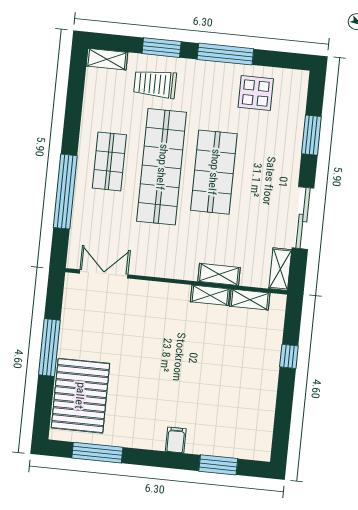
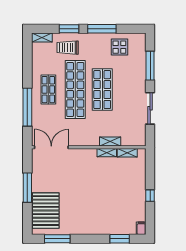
window: (311, 135) -> (150, 66), width x1.44
shelving: (280, 269) -> (141, 136), removed
double door: (104, 274) -> (51, 147), width x1.37
window: (289, 356) -> (150, 196), moved
filing cabinet: (176, 440) -> (141, 228), moved

